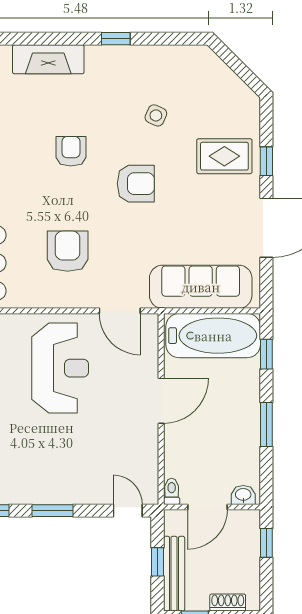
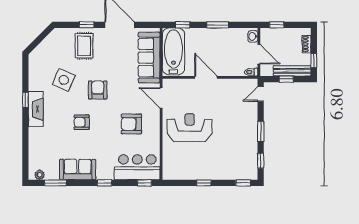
fireplace: (48, 59) -> (36, 109), moved
side table: (156, 115) -> (64, 80), width x1.87, depth x1.87
door: (120, 311) -> (161, 98), swing flipped

